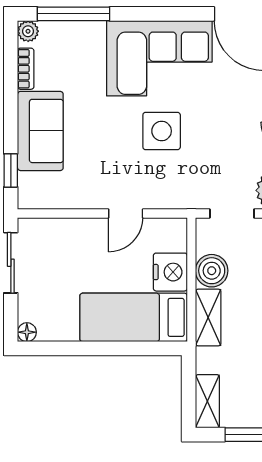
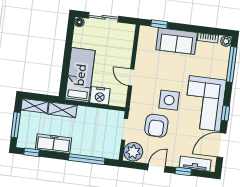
window: (174, 14) -> (225, 113), added
armchair: (216, 150) -> (156, 126), added
sliding door: (11, 263) -> (104, 17), moved
boiler: (212, 271) -> (98, 116), removed
shelving: (208, 317) -> (62, 110), moved

